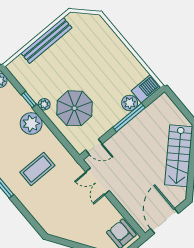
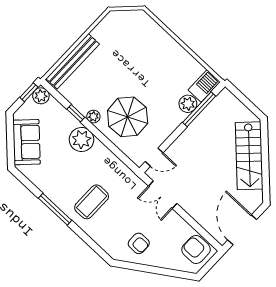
bench: (46, 41) -> (73, 61), moved
window: (129, 117) -> (199, 109), moved
coffee table: (37, 169) -> (92, 202), moved
armchair: (71, 222) -> (139, 243), added

